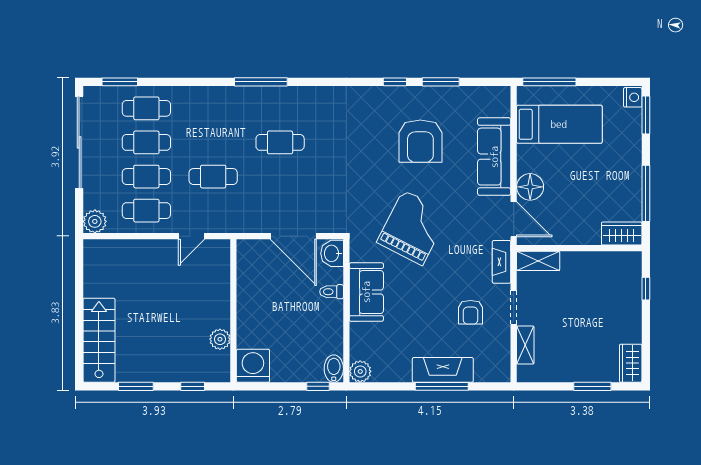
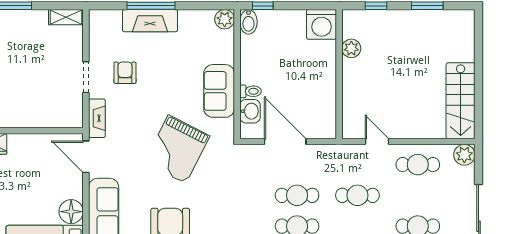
cafe table: (146, 177) -> (297, 195), moved
floor lamp: (530, 187) -> (71, 212), moved
door: (192, 236) -> (377, 142), hinge flipped
washbasin: (332, 253) -> (250, 111), moved
shelving: (538, 261) -> (64, 119), removed
stairs: (99, 340) -> (461, 101), moved
shelving: (525, 345) -> (66, 17), moved, turned 90

